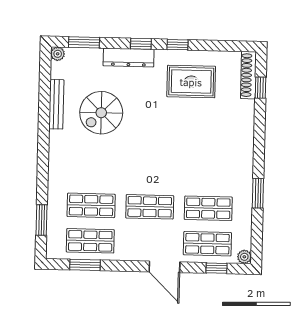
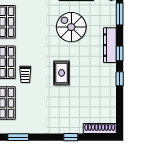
rug: (191, 82) -> (62, 73), moved, width x0.73, depth x0.70
window: (260, 88) -> (71, 137), moved
trolley: (168, 181) -> (25, 74), added

